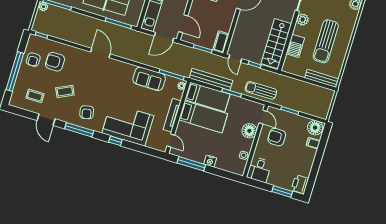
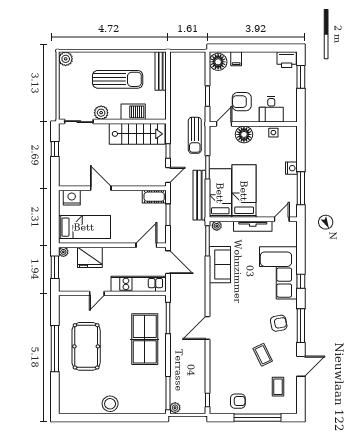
armchair: (55, 62) -> (233, 376), removed
armchair: (277, 137) -> (242, 102), turned 90
desk: (259, 170) -> (271, 109), moved, turned 90

